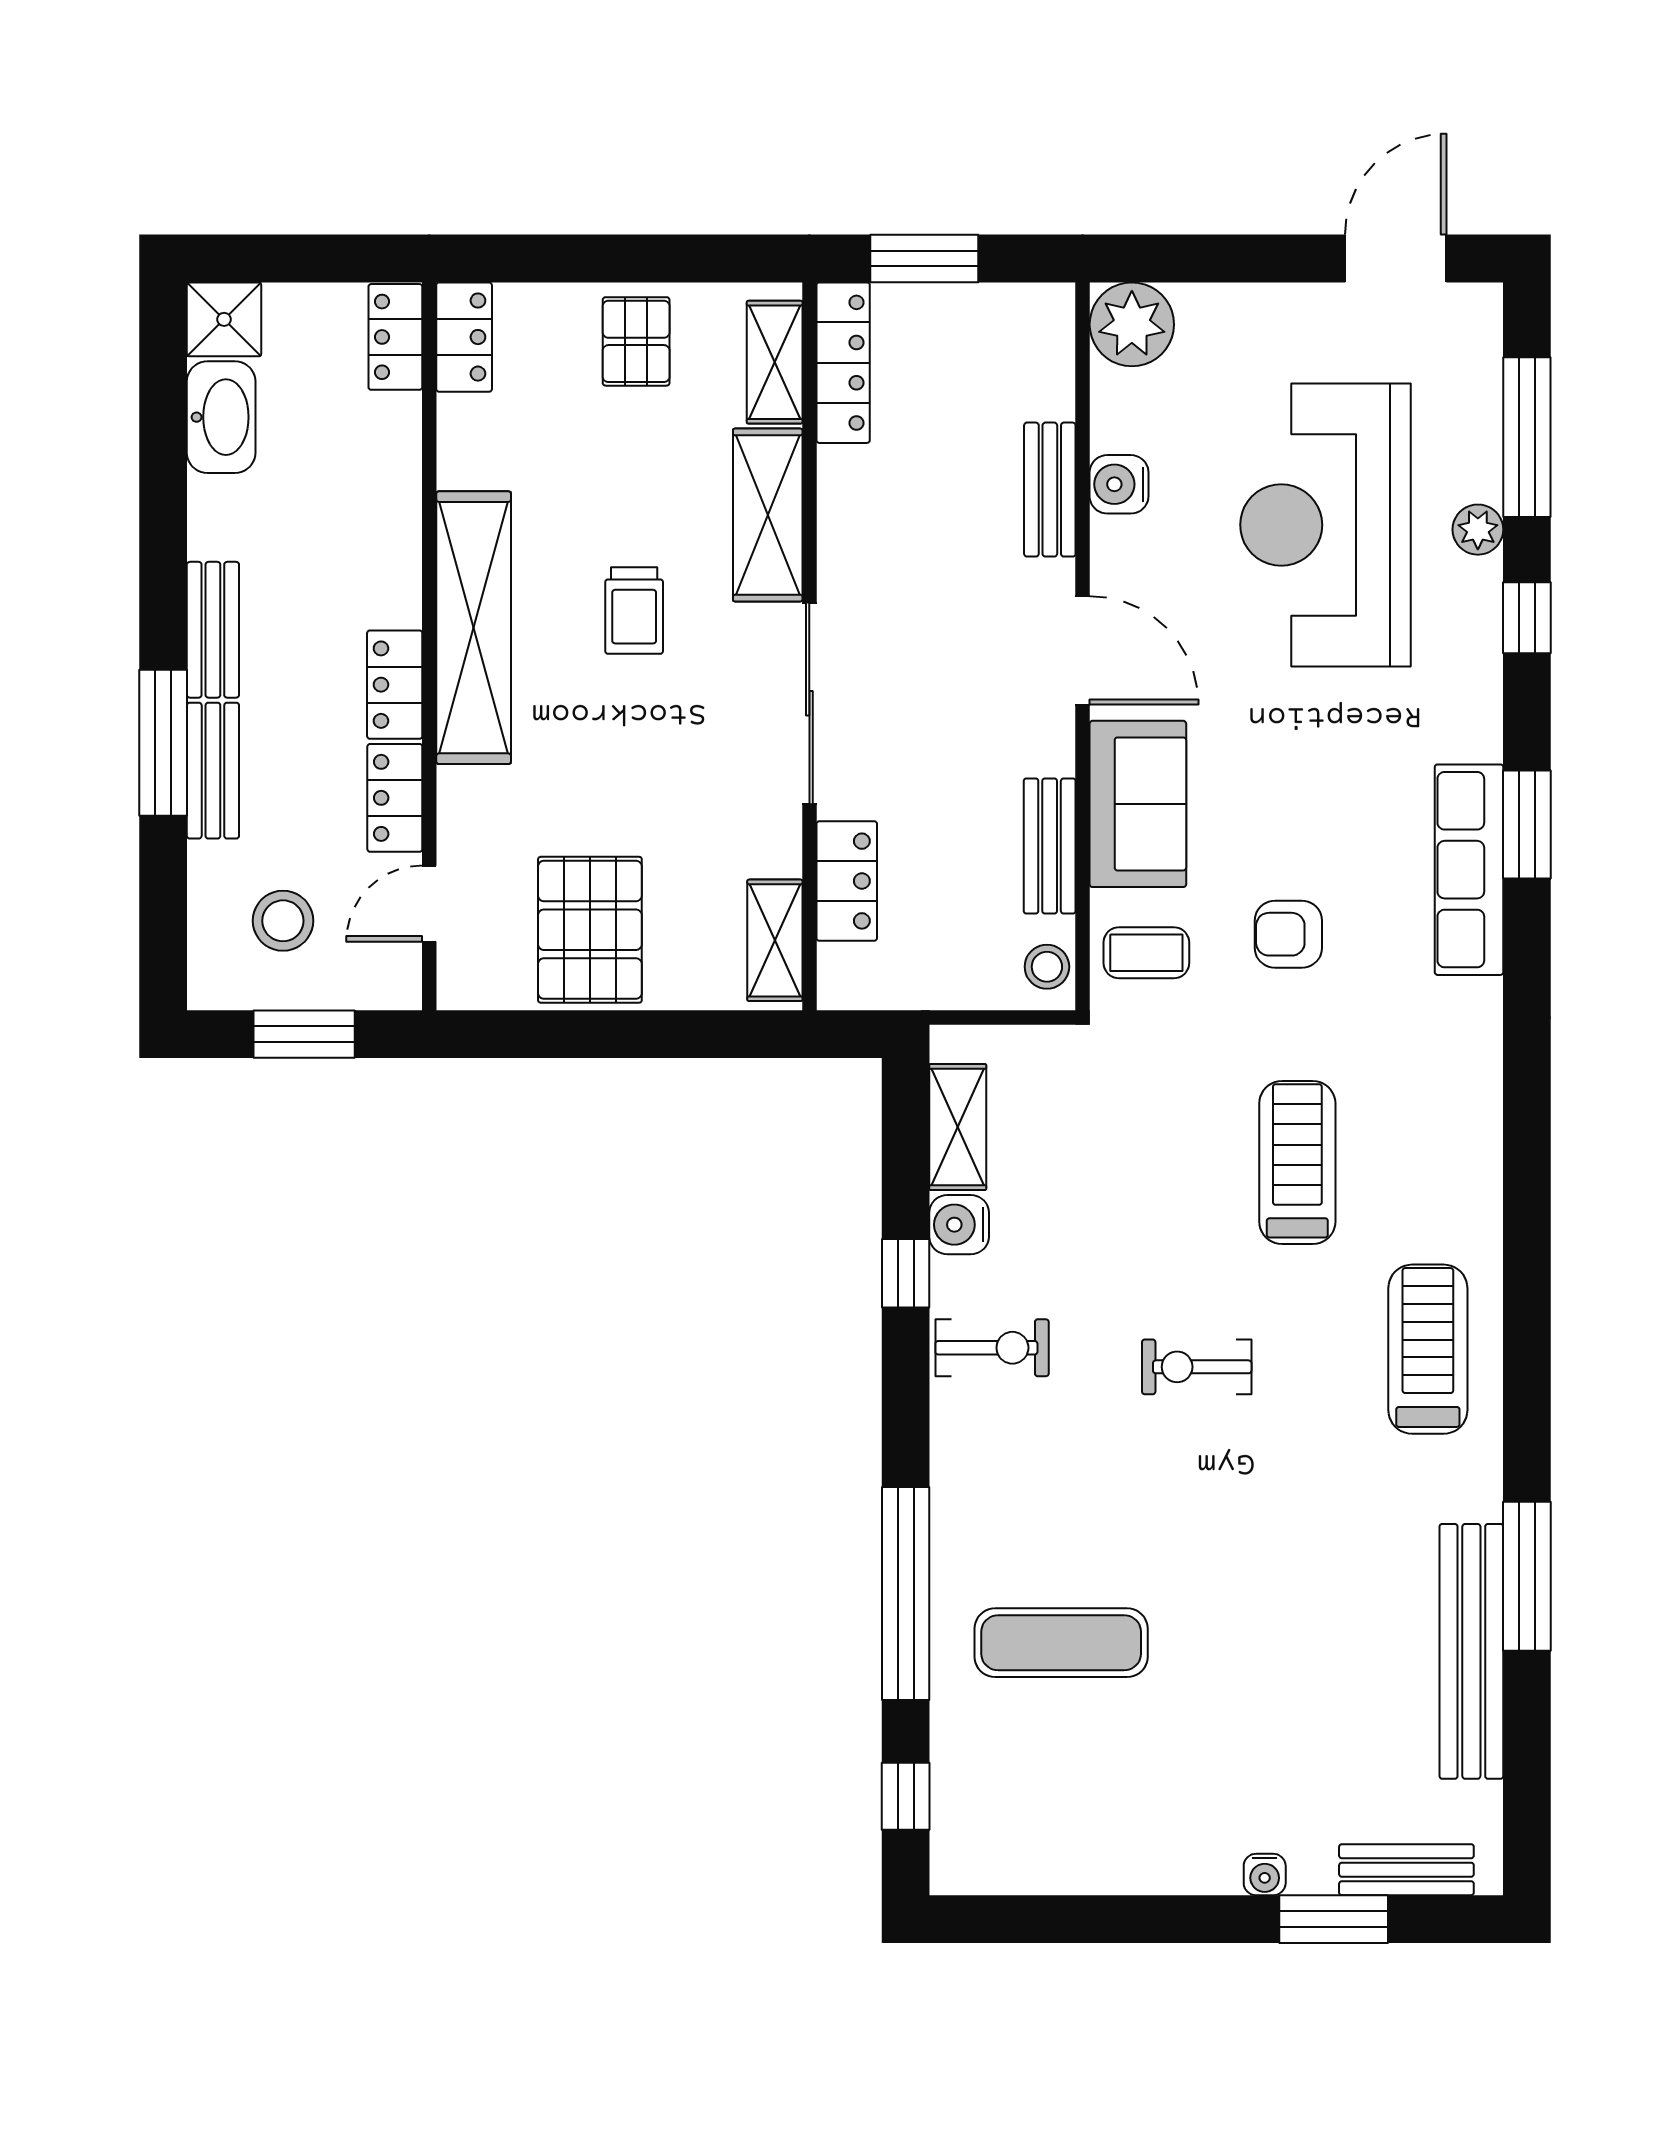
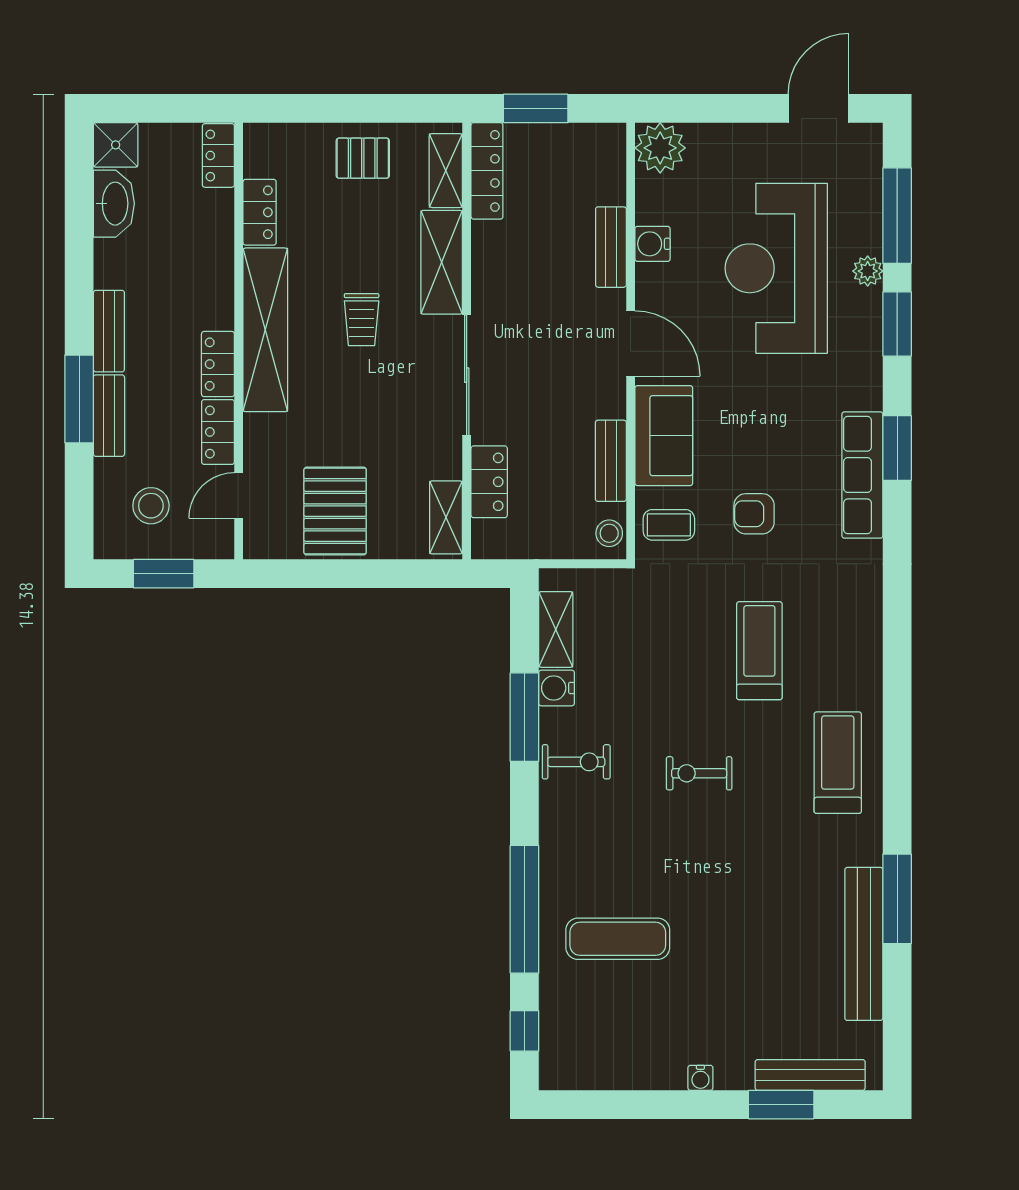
locker: (464, 337) -> (260, 212), moved
pallet: (636, 341) -> (363, 158), turned 90
window: (1527, 618) -> (897, 324), width x1.50
window: (906, 1273) -> (524, 717), width x2.17
bench: (1406, 1870) -> (810, 1075), width x1.36
water cooler: (1265, 1875) -> (700, 1078), moved

